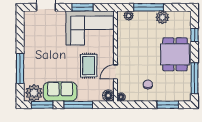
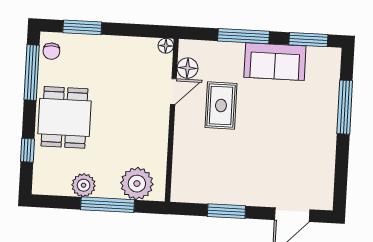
plant: (129, 16) -> (137, 184), width x1.87, depth x1.87
corner sofa: (90, 28) -> (215, 173), removed
chair: (148, 84) -> (51, 51), moved
plant: (34, 93) -> (322, 62), removed
floor lamp: (108, 96) -> (187, 68), moved

